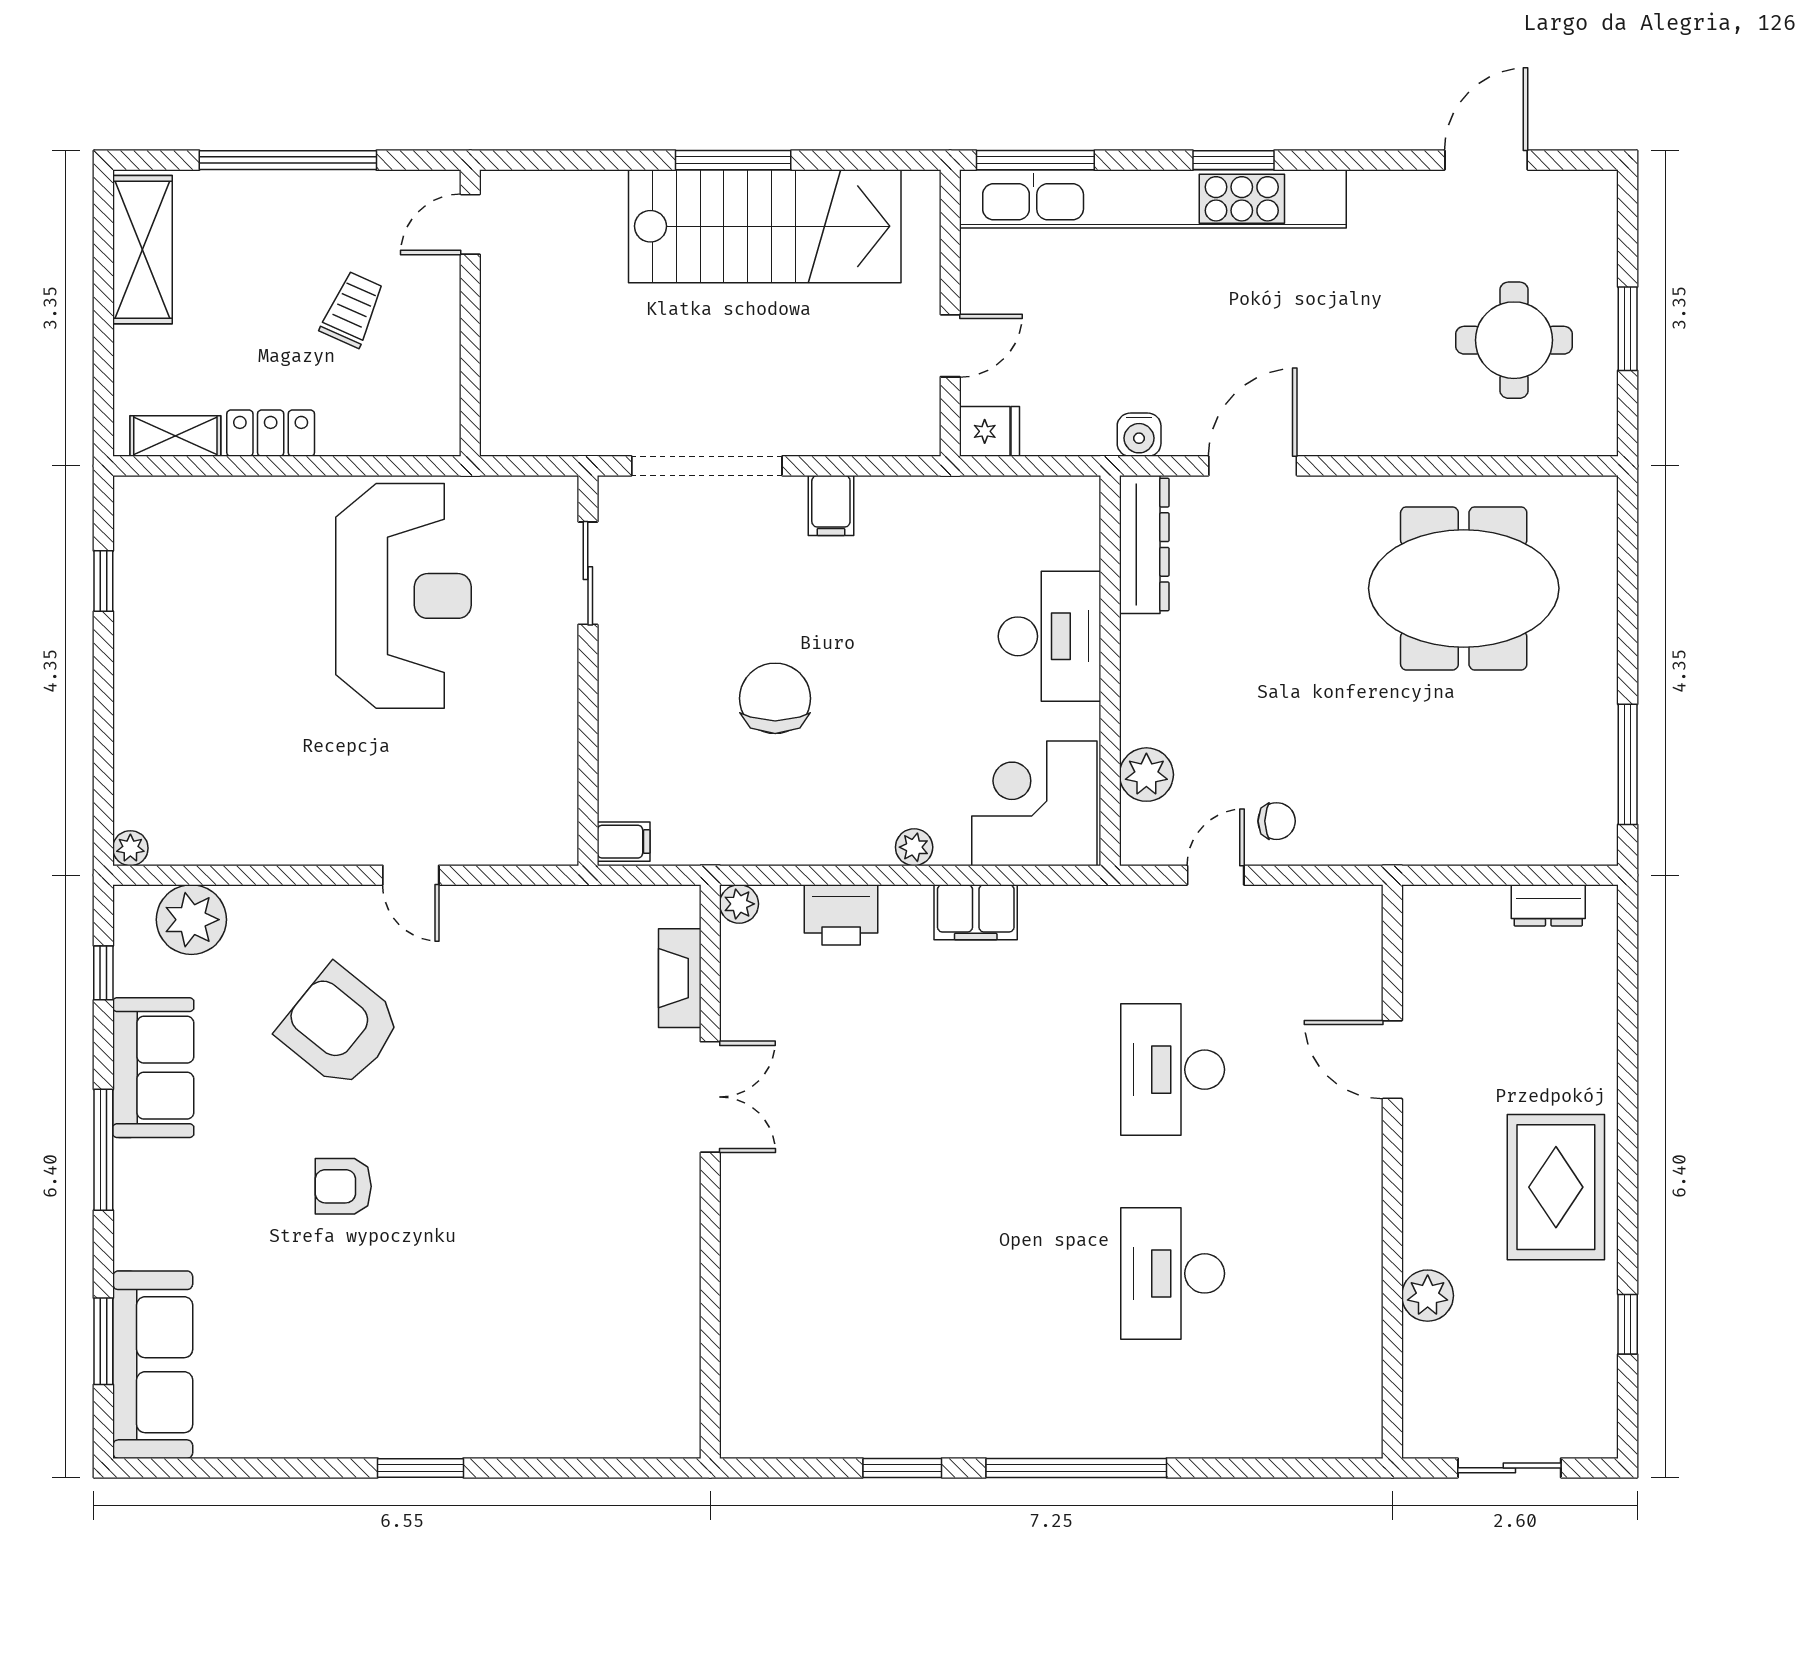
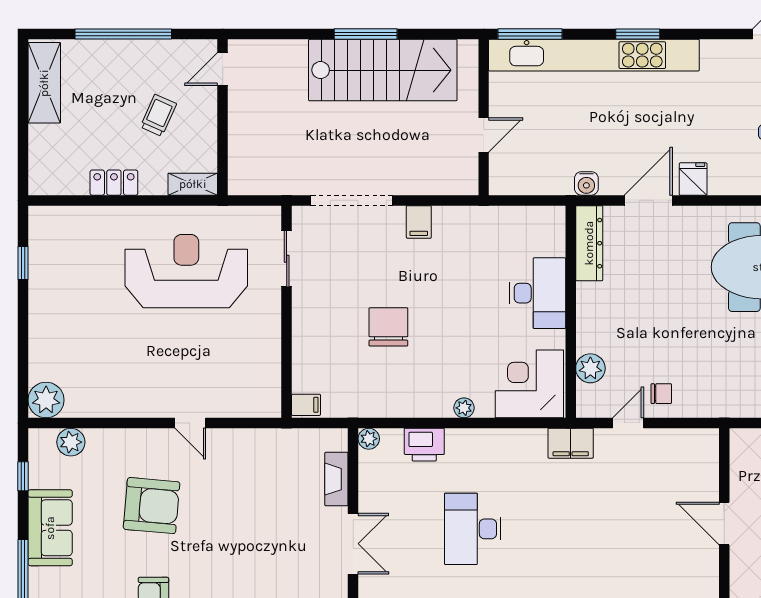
fridge: (990, 431) -> (693, 179), moved, turned -90
shelving: (175, 436) -> (193, 184), moved
reception desk: (404, 596) -> (186, 271), turned -90
plant: (130, 848) -> (46, 400), width x1.87, depth x1.87
filing cabinet: (976, 912) -> (571, 443), moved
plant: (191, 920) -> (71, 442), width x0.73, depth x0.73
armchair: (340, 1027) -> (152, 506), turned 146
desk: (1173, 1070) -> (473, 529), moved

